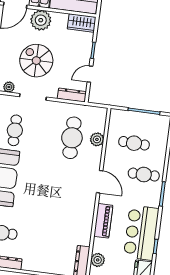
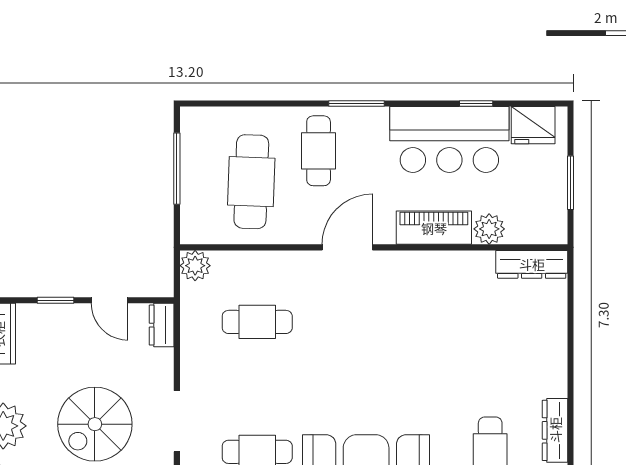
dresser: (72, 95) -> (162, 325), width x0.70
cafe table: (72, 138) -> (257, 322), width x0.73, depth x0.74
plant: (97, 139) -> (195, 266), moved
cafe table: (134, 143) -> (251, 182), width x1.37, depth x1.35
plant: (98, 260) -> (489, 229), moved

